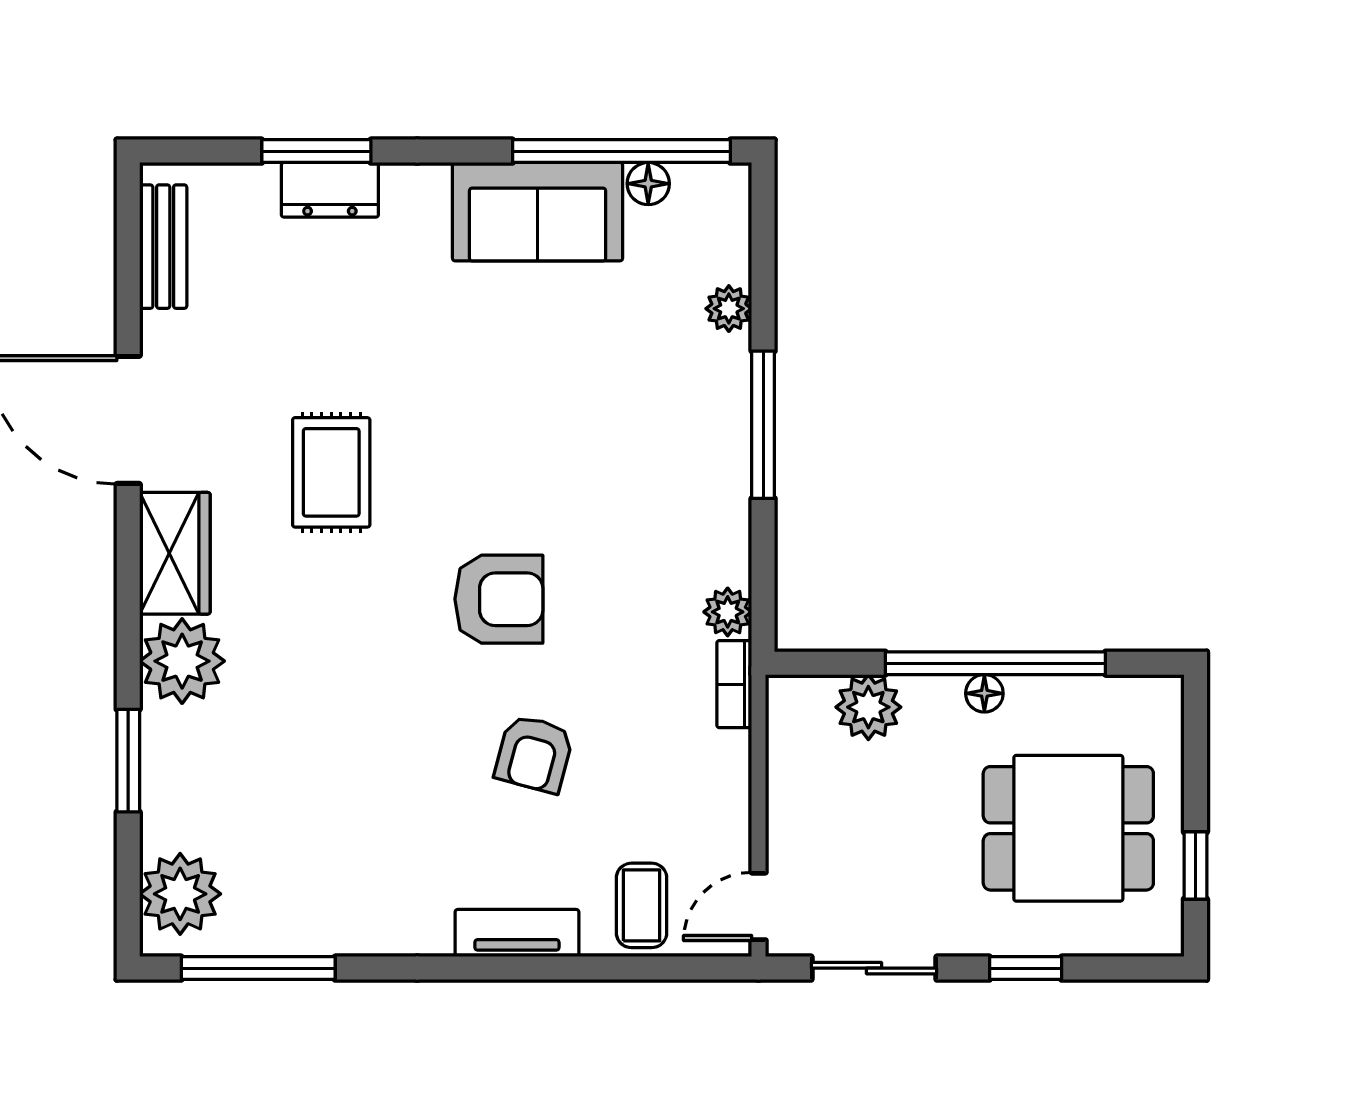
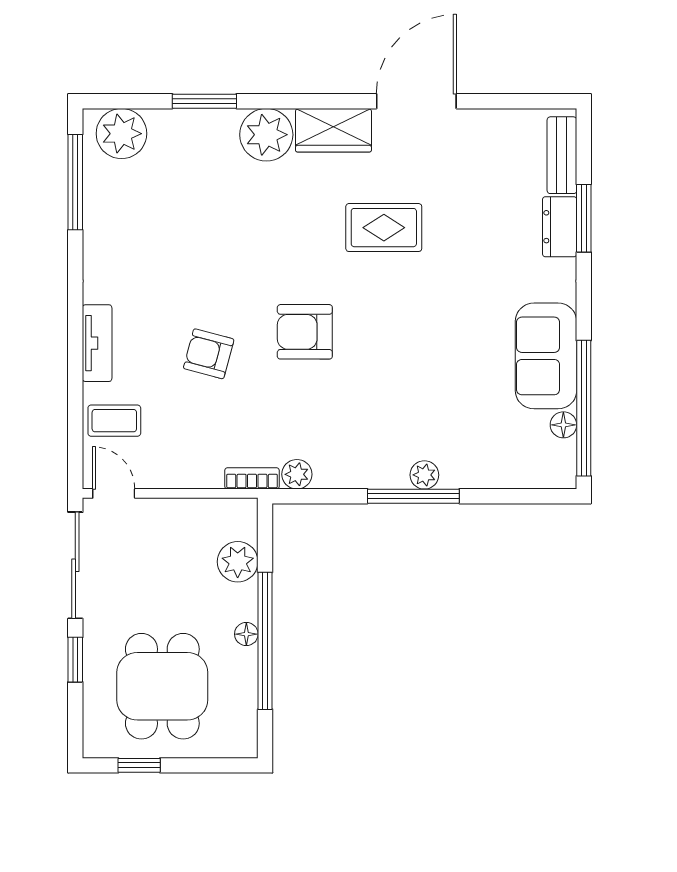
bench: (163, 247) -> (562, 155), moved, turned 90
plant: (729, 309) -> (424, 475), moved
armchair: (499, 599) -> (305, 332), turned 90
sliding door: (874, 968) -> (75, 565), width x1.37

